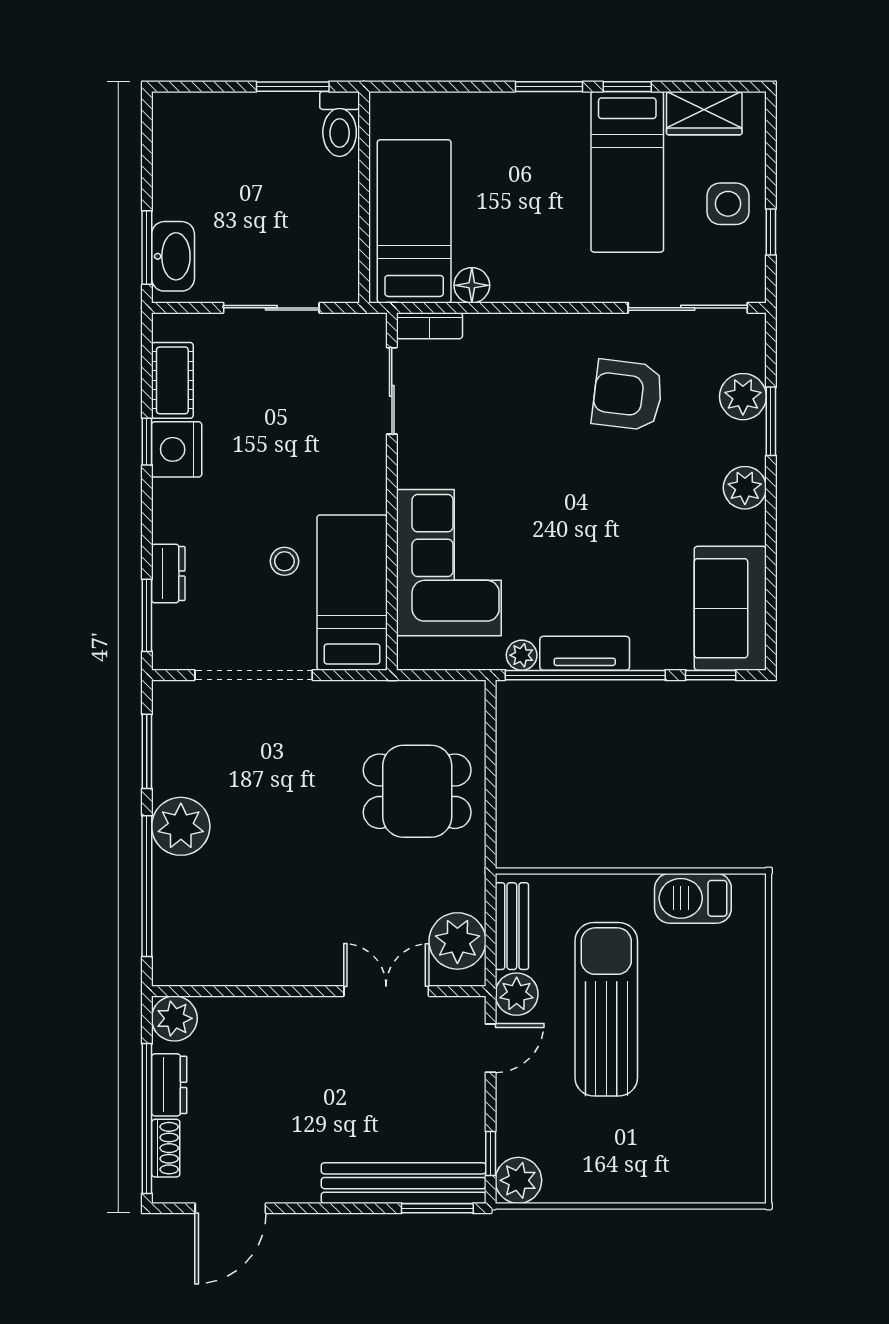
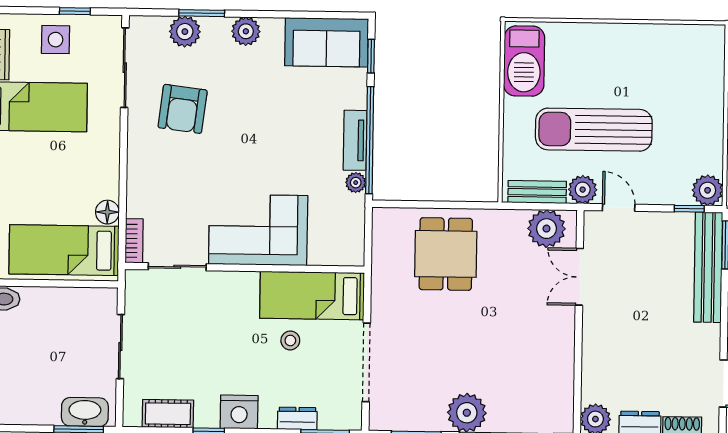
nightstand: (177, 449) -> (239, 412), moved
corner sofa: (449, 563) -> (258, 230), moved
barbecue: (693, 898) -> (524, 61), width x1.37, depth x1.21

